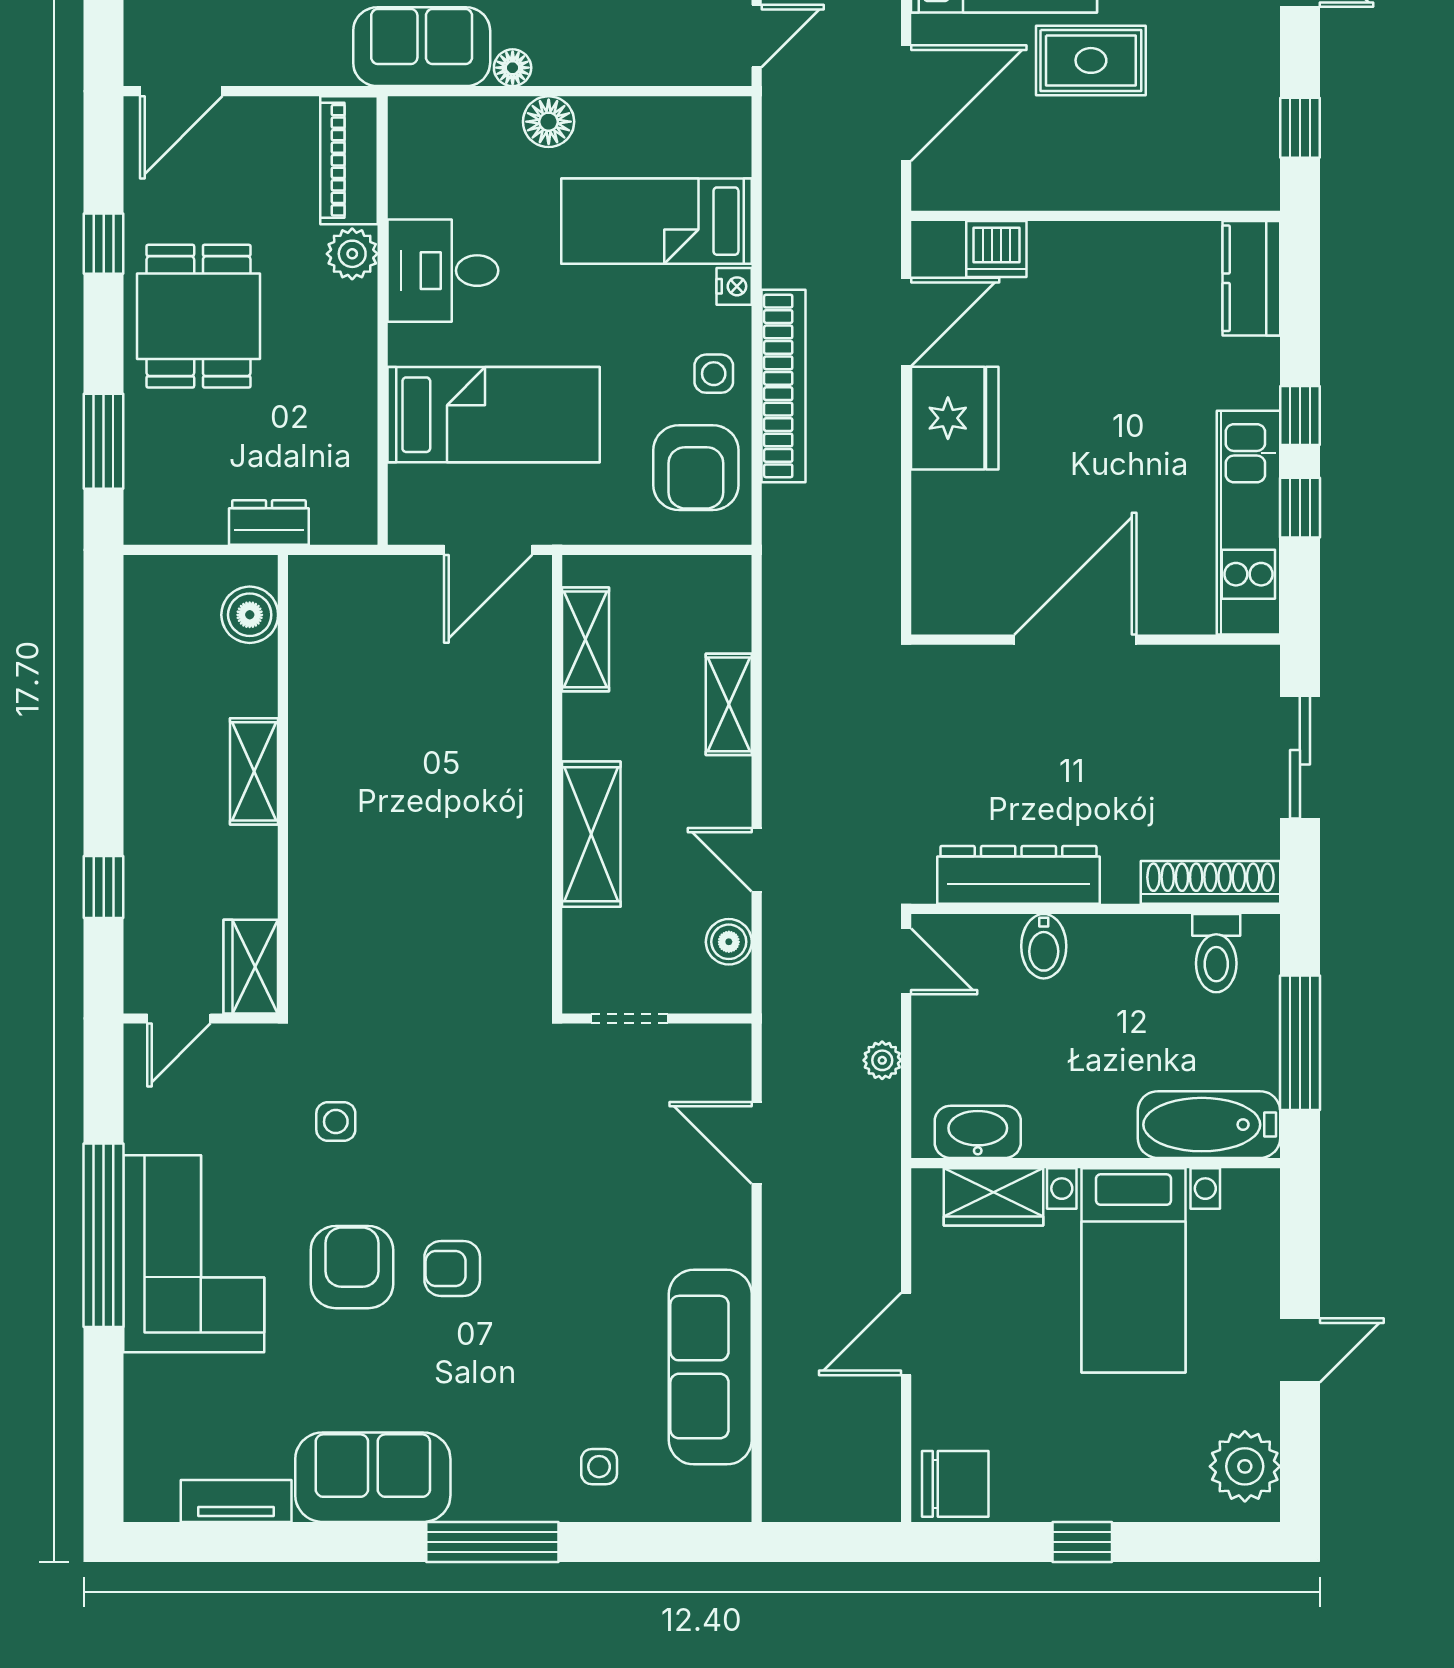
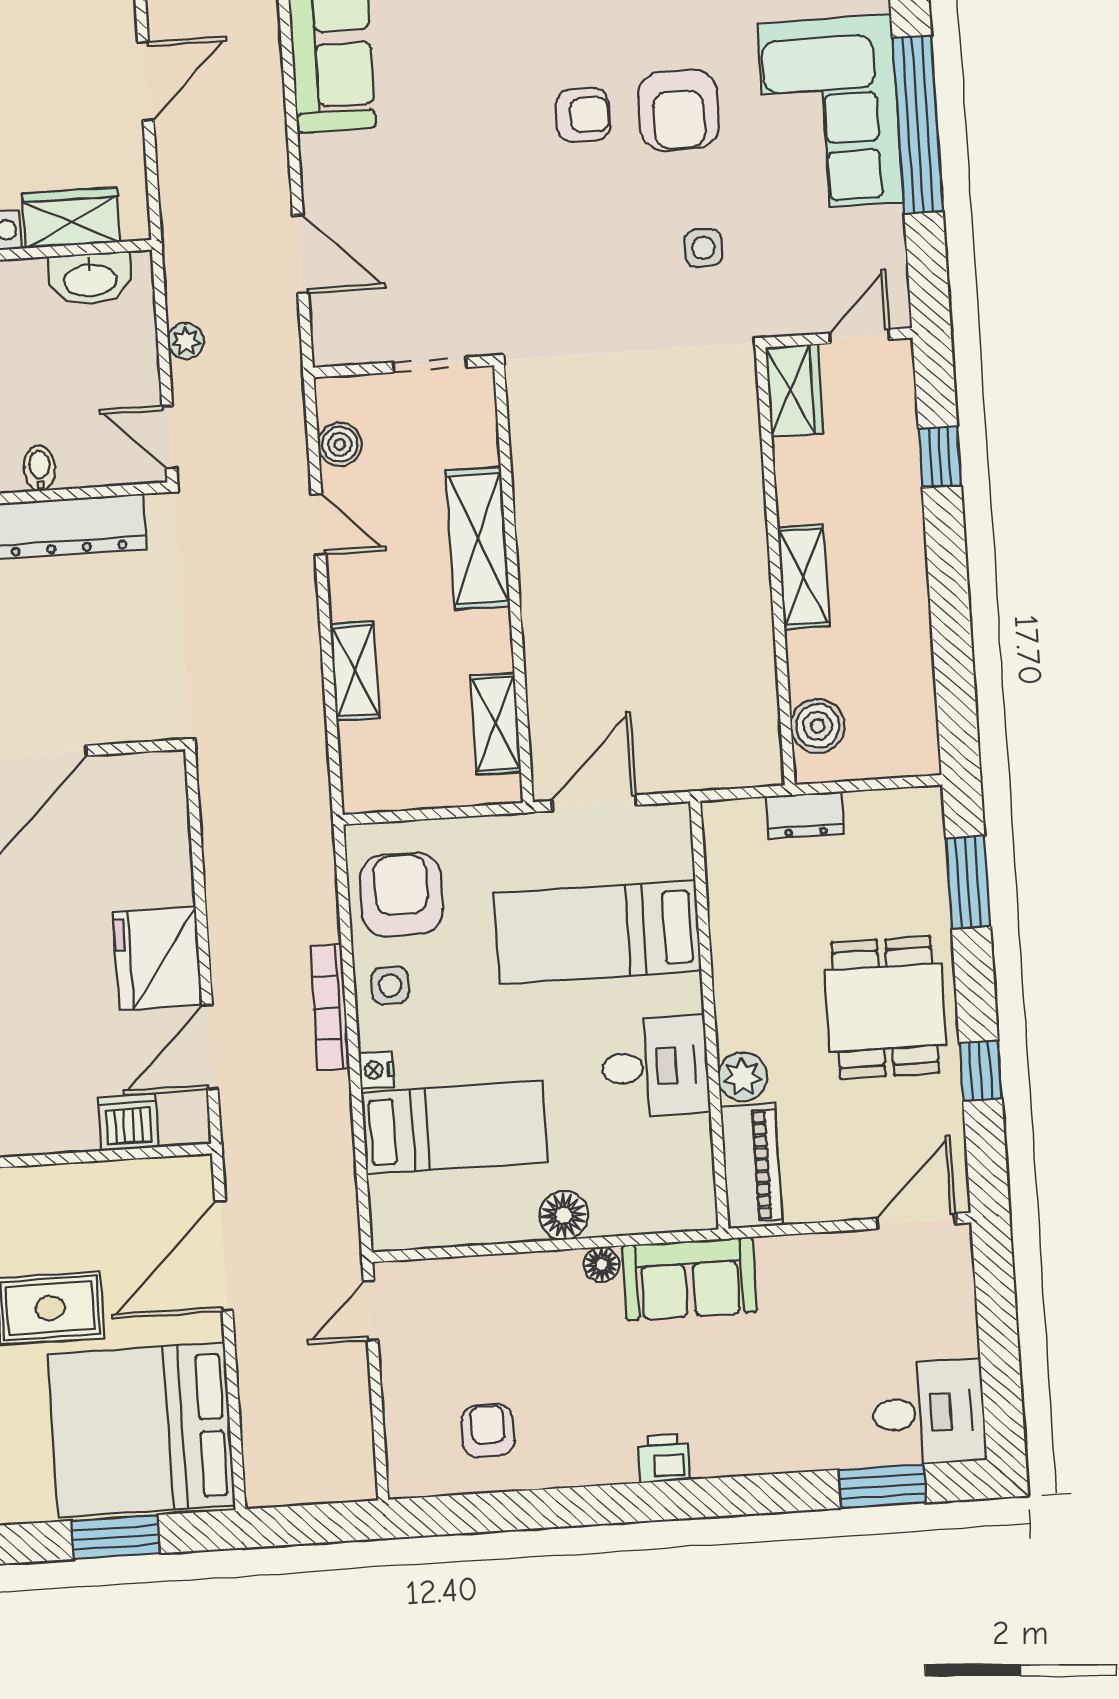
bookcase: (783, 386) -> (330, 1008), width x0.68, depth x0.76
bidet: (1044, 946) -> (40, 468), width x0.72, depth x0.74

